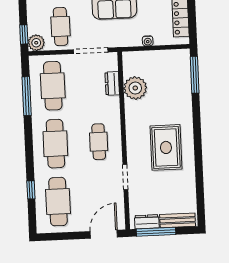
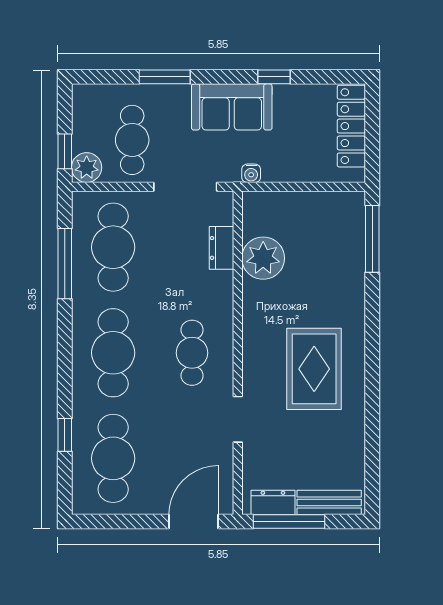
water cooler: (148, 41) -> (251, 173), moved

